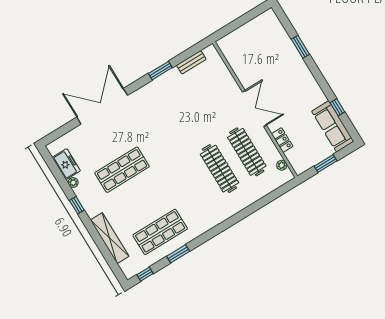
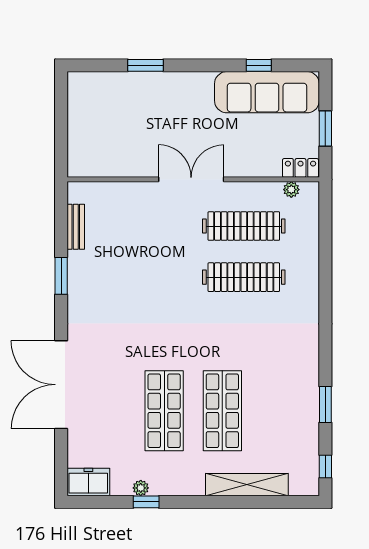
sofa: (333, 126) -> (267, 92), width x1.36, depth x1.27
locker: (282, 140) -> (301, 168), moved
freezer: (66, 164) -> (88, 482), moved
window: (77, 205) -> (146, 502), moved
shop shelf: (160, 232) -> (222, 411), moved

